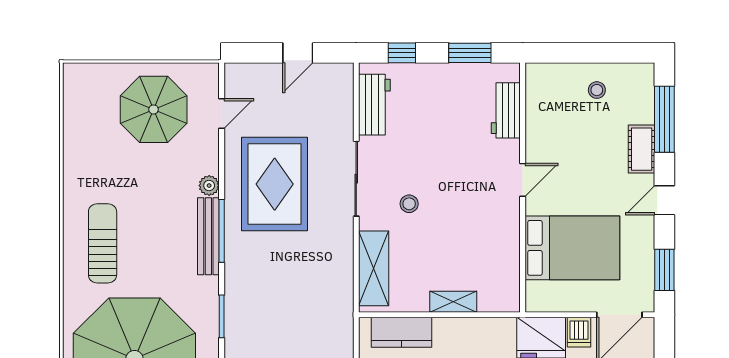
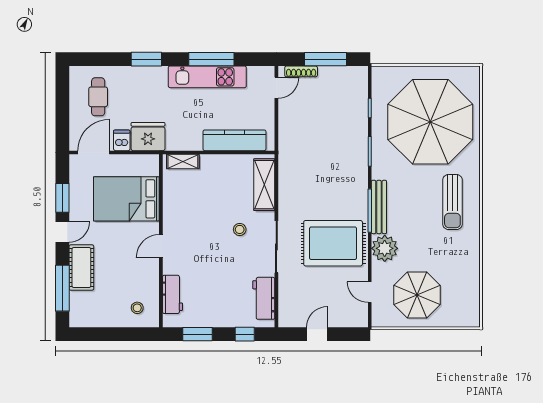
stool: (597, 90) -> (137, 308), moved
door: (222, 113) -> (370, 292), hinge flipped
cot: (642, 149) -> (81, 267), width x1.37, depth x1.34
rug: (275, 184) -> (333, 243), turned 90
plant: (209, 186) -> (385, 248), width x1.88, depth x1.88
window: (664, 270) -> (62, 198), moved
shelving: (453, 302) -> (183, 162), moved
kitchen counter: (401, 332) -> (234, 140), width x1.50

